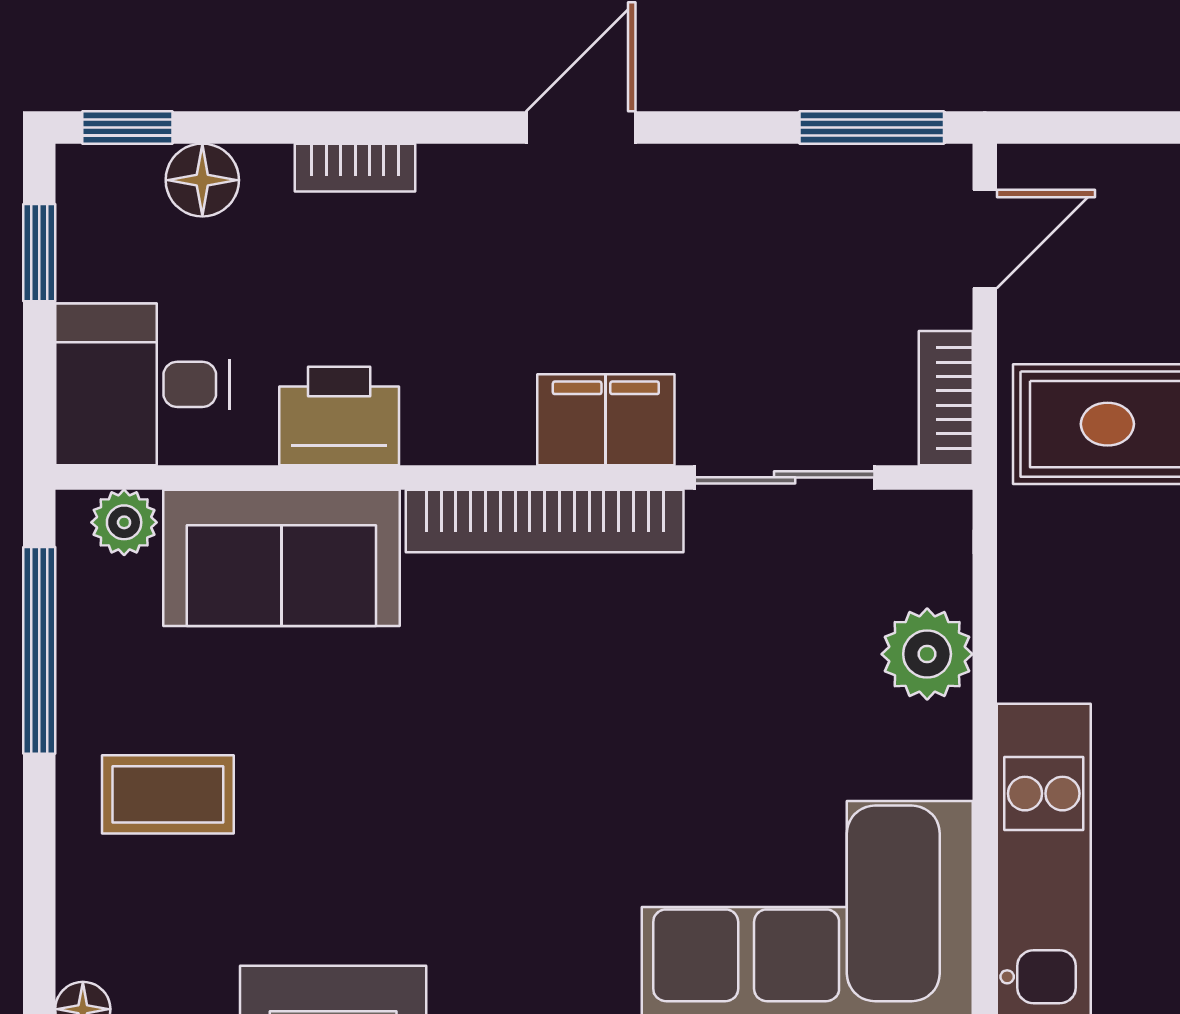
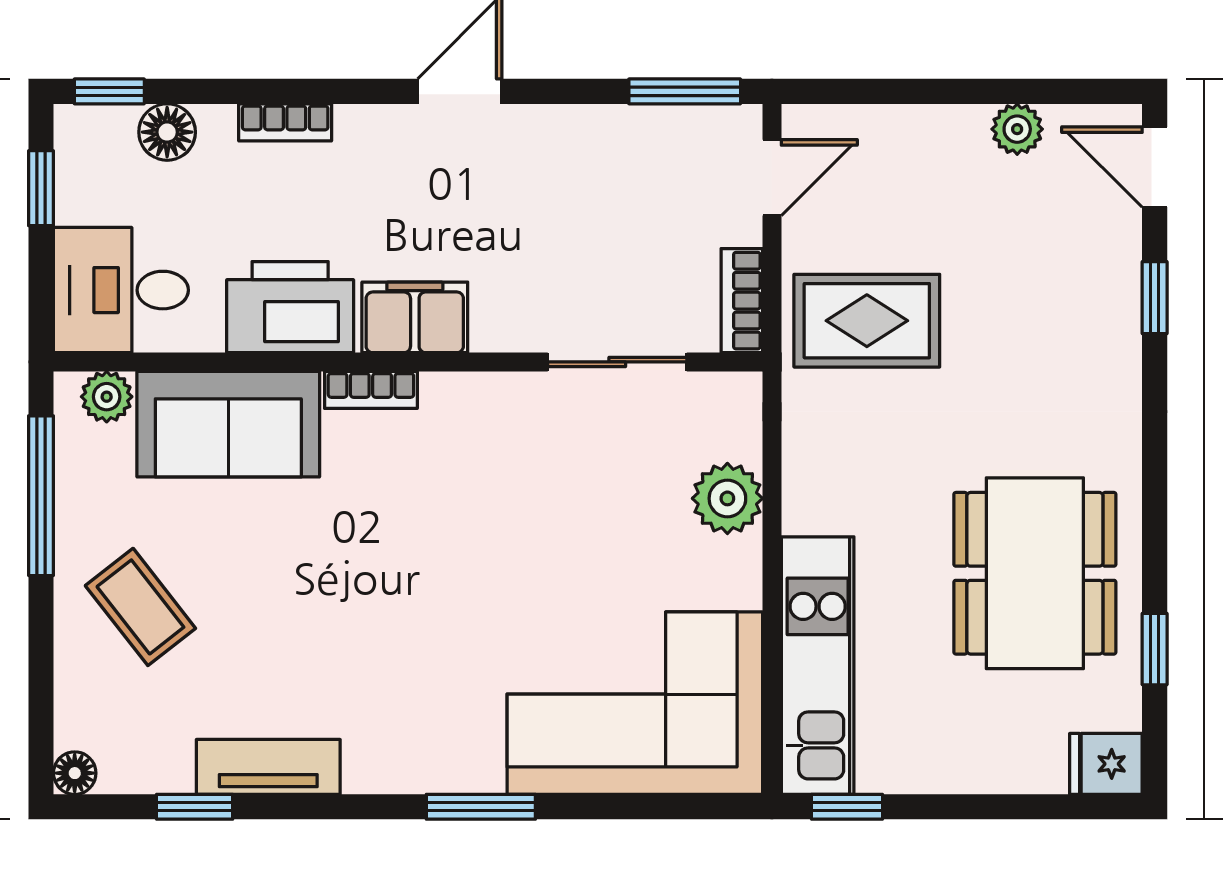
printer: (339, 416) -> (290, 307), width x1.37, depth x1.19
filing cabinet: (606, 420) -> (415, 317), moved
bookcase: (545, 521) -> (371, 390), width x0.43, depth x0.76
coffee table: (168, 794) -> (140, 607), turned 52

